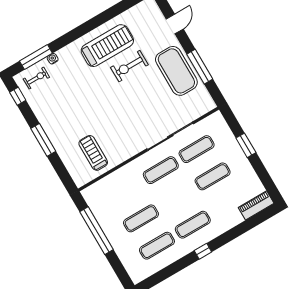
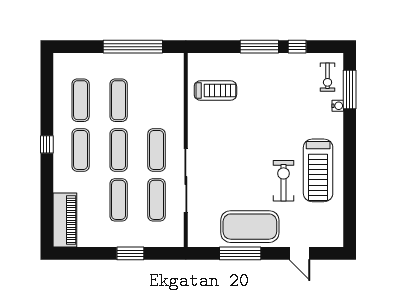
window: (18, 96) -> (297, 47), moved
exercise mat: (177, 197) -> (119, 150), added
piano: (256, 205) -> (65, 220), width x1.37, depth x1.33

